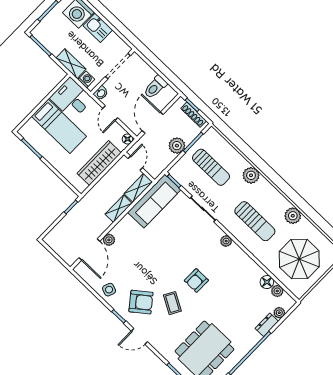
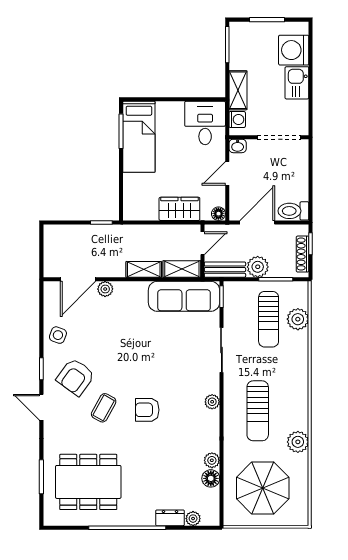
toilet: (155, 87) -> (293, 211), moved
bed: (59, 126) -> (139, 137), moved
wardrobe: (99, 163) -> (179, 209), width x0.67
bench: (161, 165) -> (225, 270), added
plant: (251, 175) -> (298, 319), moved
plant: (277, 291) -> (212, 460), moved
armchair: (141, 302) -> (76, 377), turned 74

